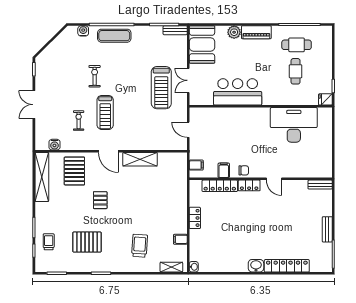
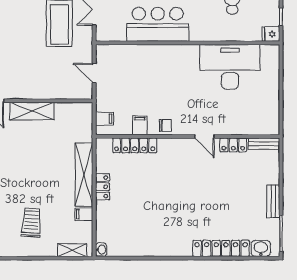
locker: (249, 185) -> (233, 145), moved
shelving: (180, 209) -> (84, 175), added
washbasin: (256, 266) -> (261, 248), moved

